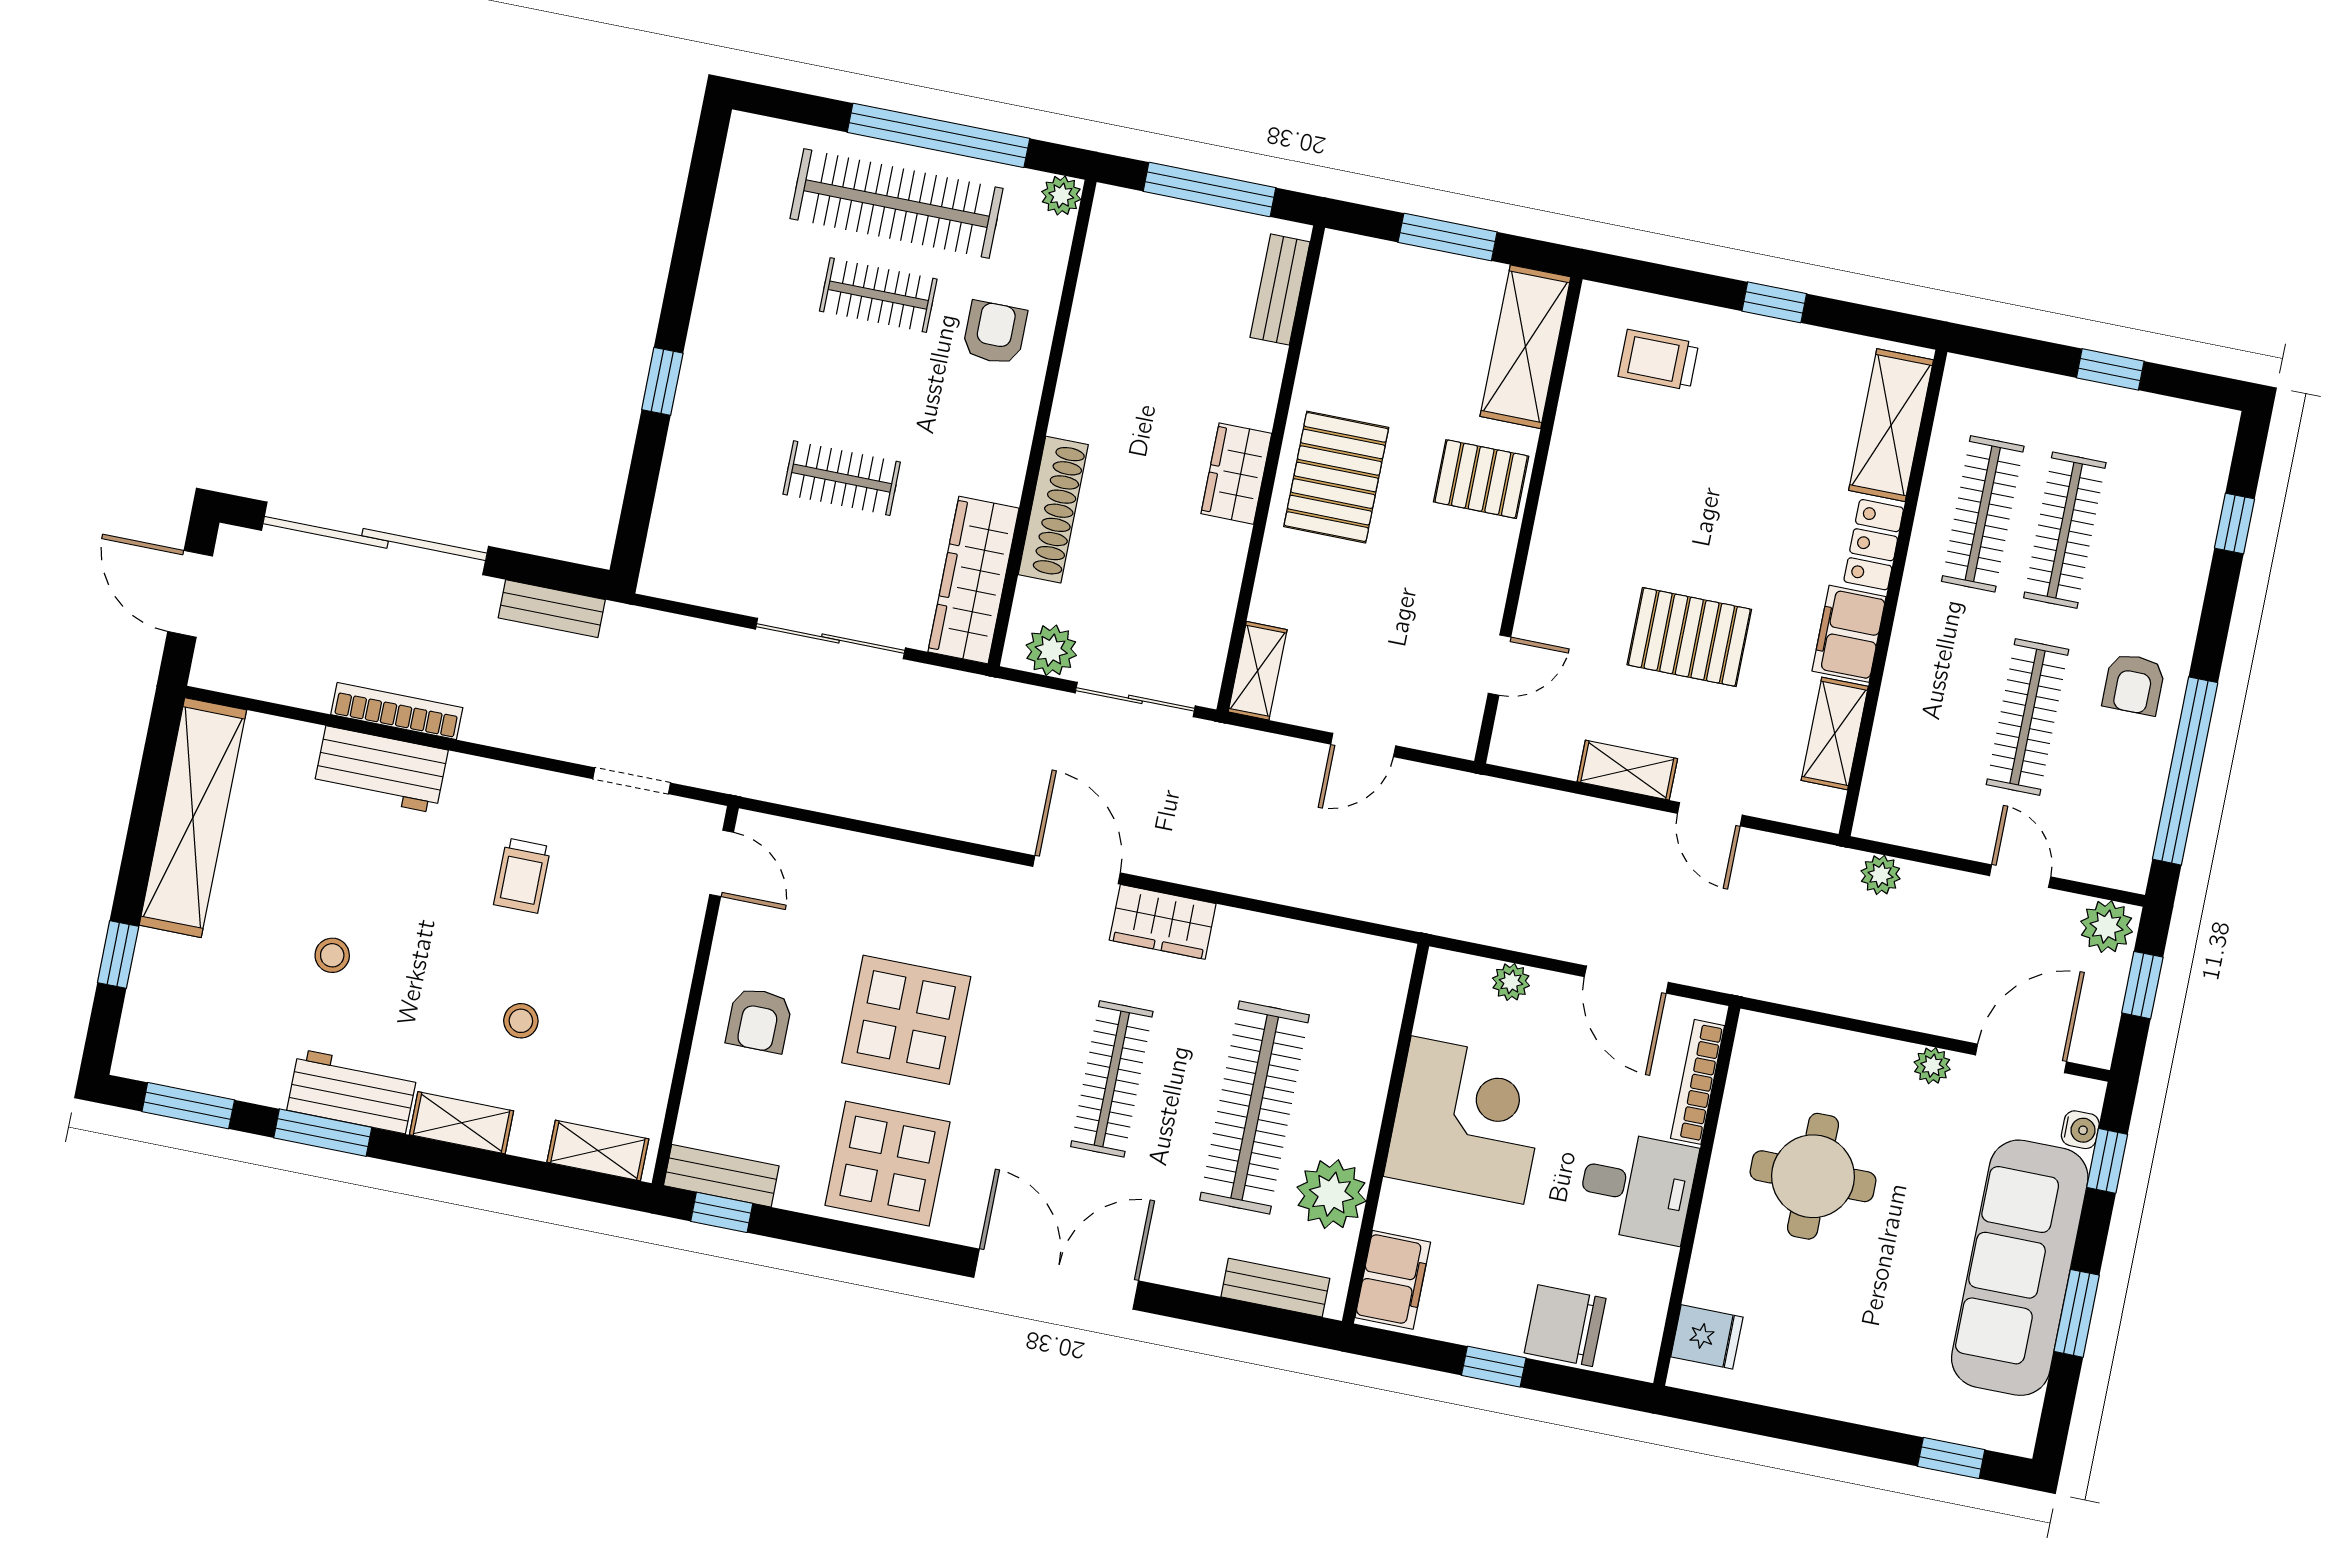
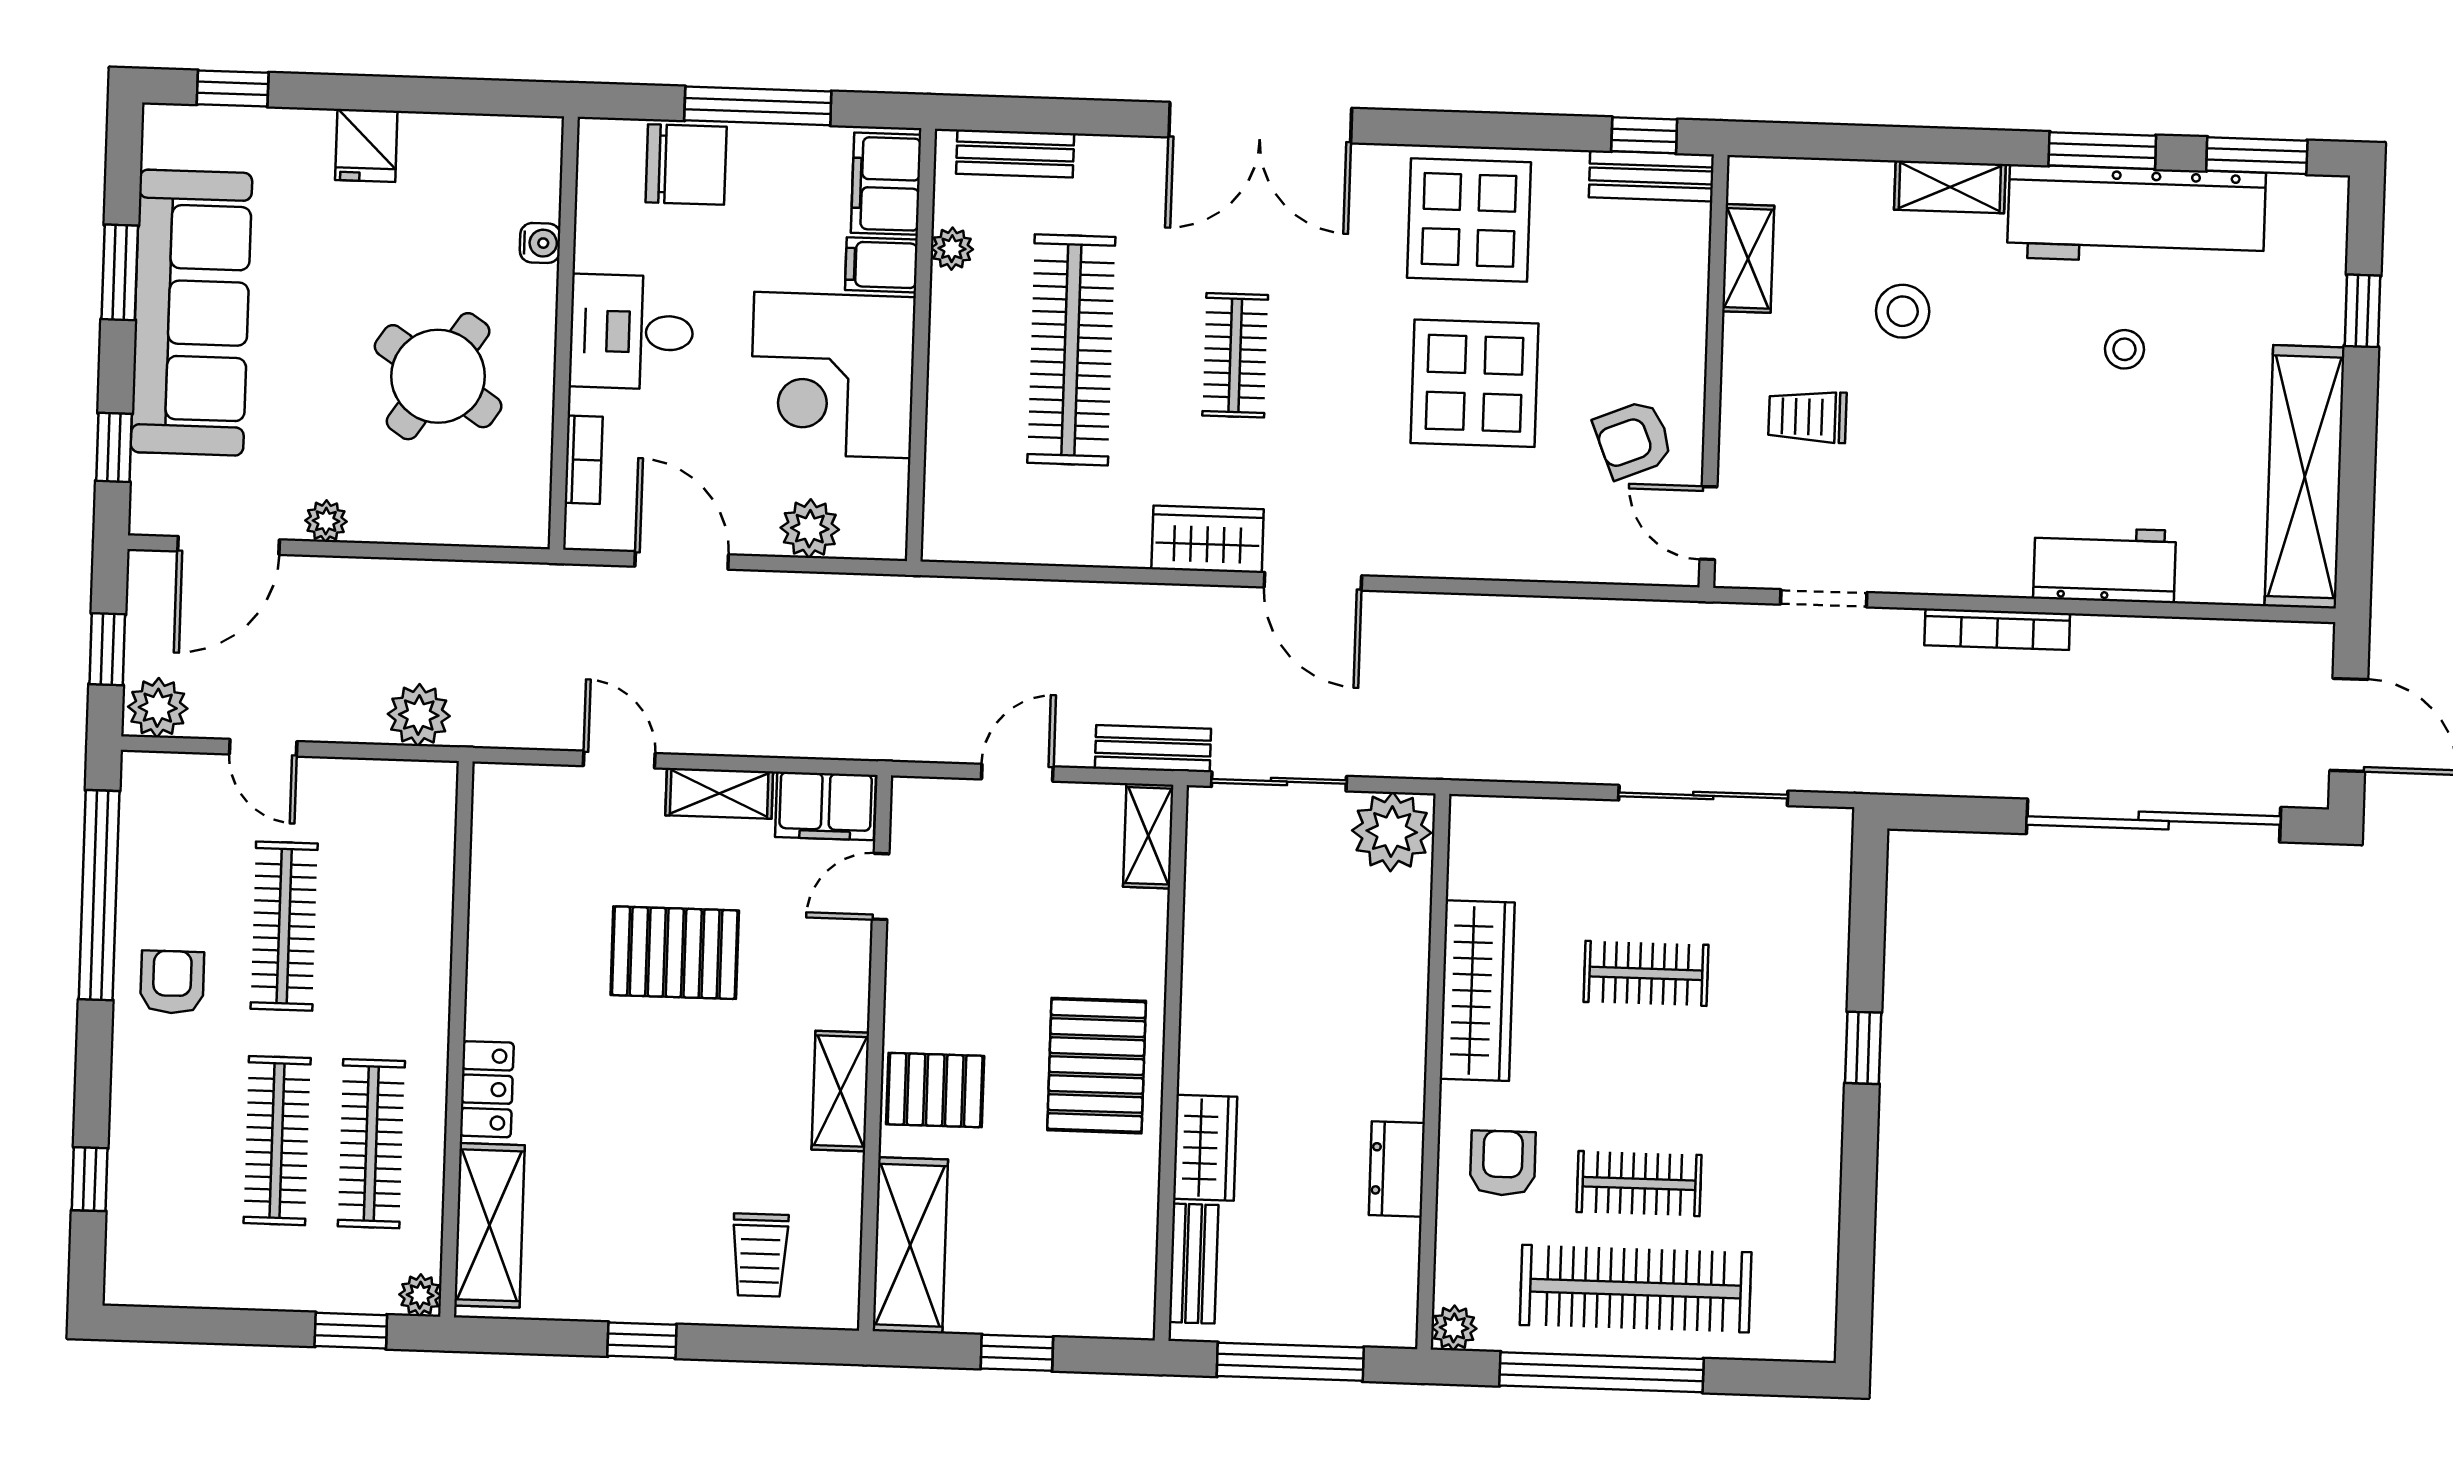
window: (1448, 237) -> (1017, 1353), width x0.67
armchair: (995, 333) -> (1503, 1163), turned 180
dresser: (1088, 343) -> (1397, 1169), added
trolley: (1658, 360) -> (760, 1255), turned 90
window: (2110, 369) -> (351, 1331), moved
plant: (1962, 374) -> (420, 1295), added
wardrobe: (1236, 474) -> (1205, 1148), moved
shoe rack: (1053, 510) -> (1405, 977), removed
wardrobe: (974, 580) -> (1477, 991), moved
bench: (552, 609) -> (1153, 749), moved
filing cabinet: (1849, 634) -> (826, 806), moved, turned 90
sliding door: (830, 639) -> (1703, 796), moved
plant: (1051, 650) -> (1392, 832), width x1.36, depth x1.36
bookcase: (397, 711) -> (1997, 629), moved
shelving: (1835, 733) -> (840, 1091), moved
plant: (1881, 875) -> (419, 715), width x1.38, depth x1.38
trolley: (522, 876) -> (1807, 417), moved, turned -90
plant: (1511, 982) -> (810, 529), width x1.38, depth x1.38
armchair: (759, 1020) -> (1633, 439), moved, turned -112
stool: (521, 1021) -> (1903, 311), width x1.37, depth x1.37
clothes rail: (1112, 1079) -> (1235, 355), width x0.73
bookcase: (1698, 1082) -> (584, 460), width x0.64
workbench: (352, 1091) -> (2136, 215), width x1.88, depth x1.32
water cooler: (2080, 1130) -> (540, 243), moved, turned 180
shelving: (598, 1151) -> (1748, 258), moved, turned 90
round table: (1813, 1176) -> (438, 376), turned 34
plant: (1331, 1194) -> (952, 249), width x0.53, depth x0.53
filing cabinet: (1409, 1209) -> (881, 265), added
fridge: (1707, 1337) -> (366, 145), moved, turned -90
window: (1494, 1367) -> (758, 106), width x2.17

